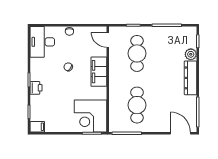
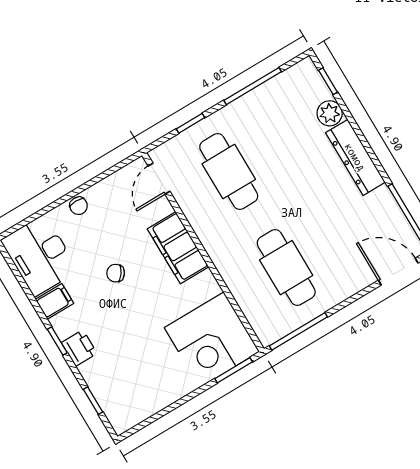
door: (108, 40) -> (159, 179), hinge flipped
filing cabinet: (37, 127) -> (55, 301), moved

